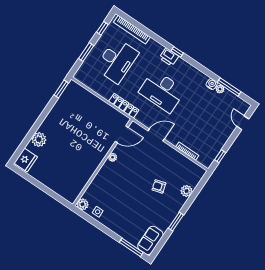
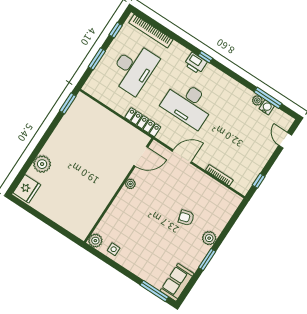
water cooler: (212, 84) -> (267, 107), moved
plant: (187, 191) -> (209, 238), moved

